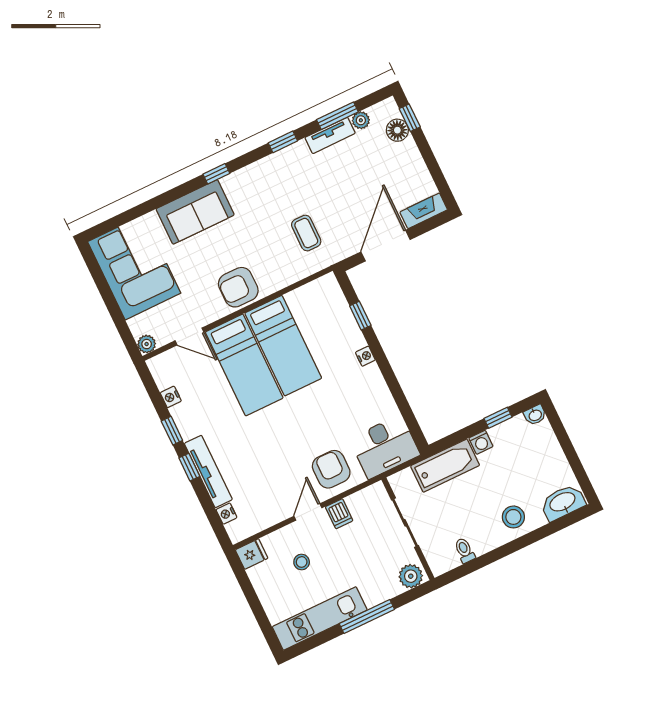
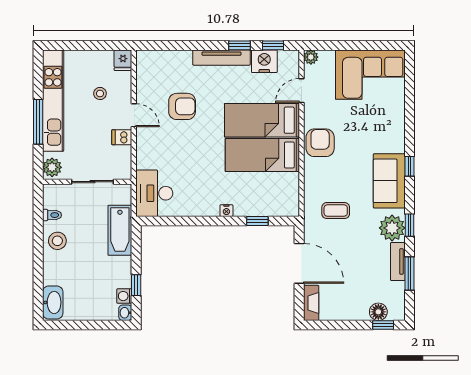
plant: (361, 120) -> (392, 228), moved, width x1.88, depth x1.88
sofa: (195, 212) -> (389, 181), moved
nightstand: (171, 397) -> (264, 61), width x1.89, depth x1.79
washing machine: (481, 442) -> (124, 296), moved
window: (189, 467) -> (273, 45), moved
armchair: (331, 469) -> (182, 106), moved
tv unit: (208, 471) -> (221, 58), moved
nightstand: (226, 514) -> (161, 56), removed
stool: (513, 517) -> (57, 241), moved
kitchen unit: (320, 618) -> (53, 101), width x1.36

